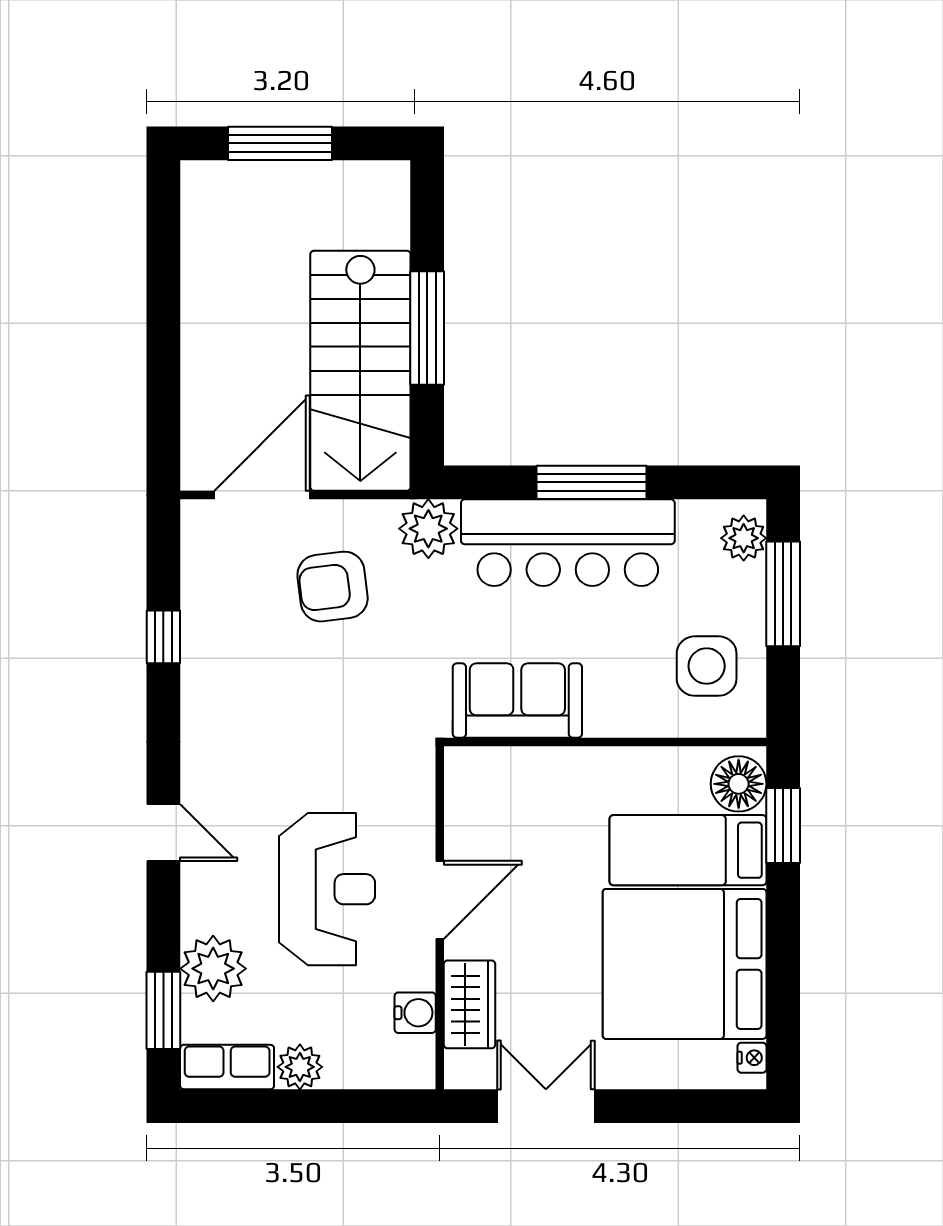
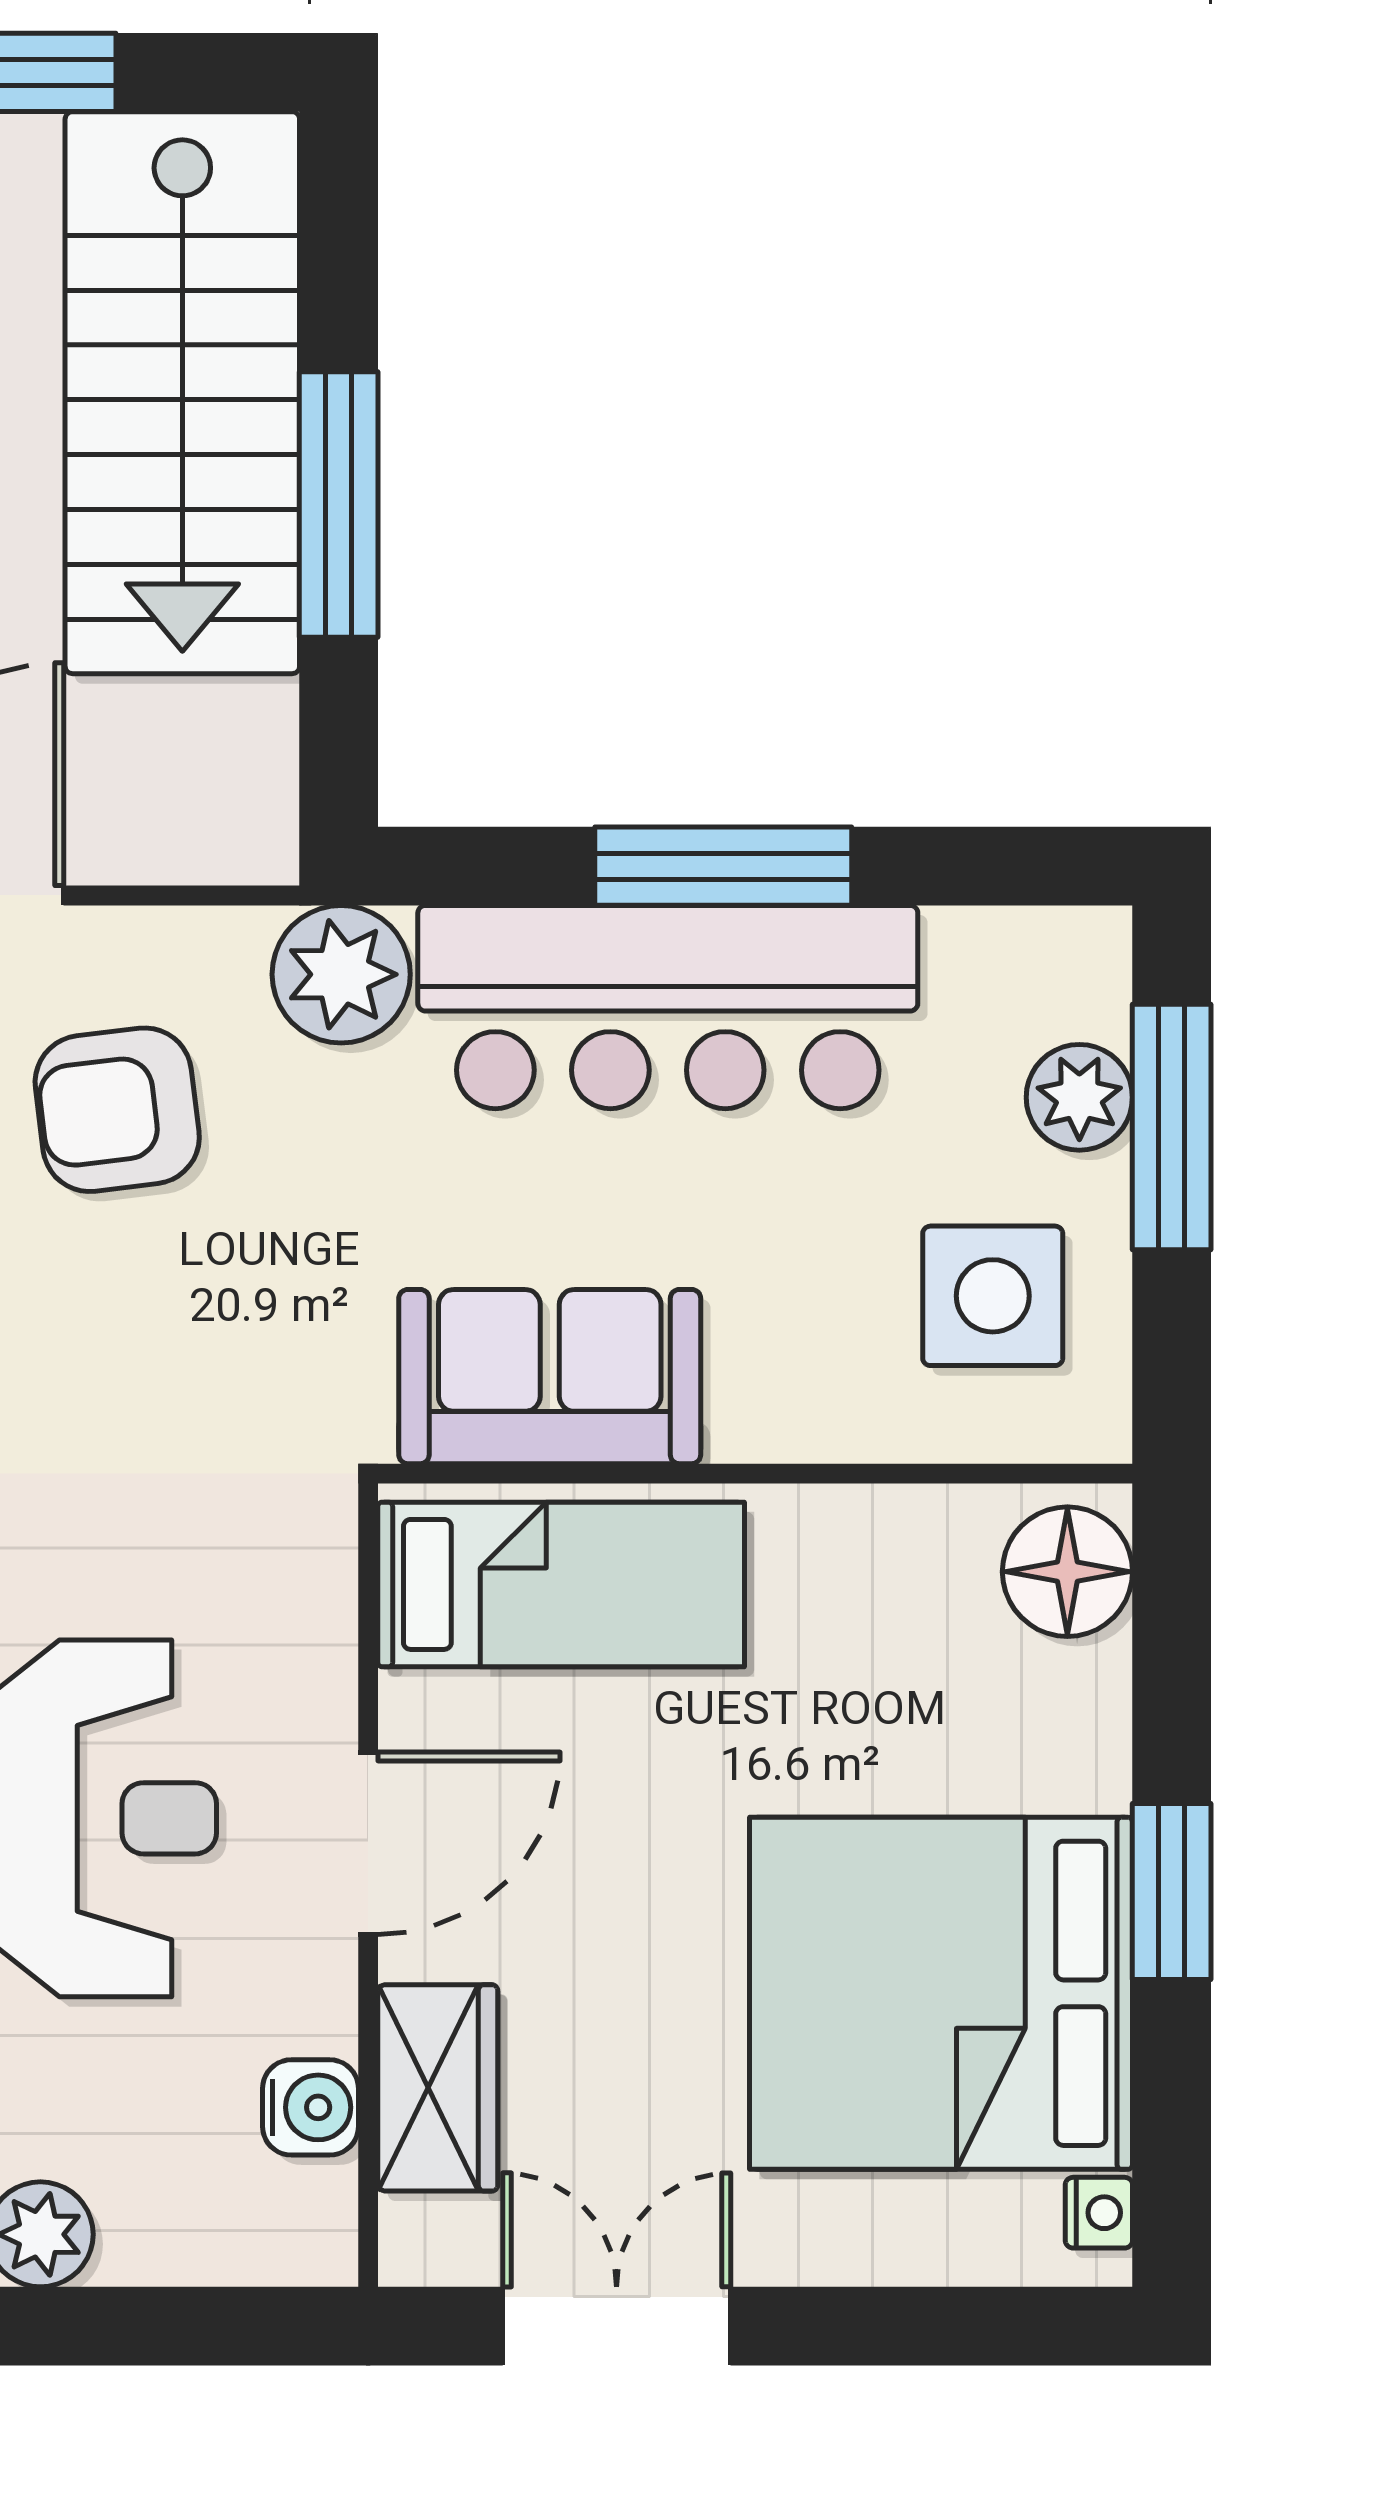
stairs: (360, 371) -> (182, 393), moved
plant: (744, 538) -> (1079, 1097), moved
window: (783, 825) -> (1172, 1892), moved
bed: (688, 850) -> (561, 1584), moved, turned 180

